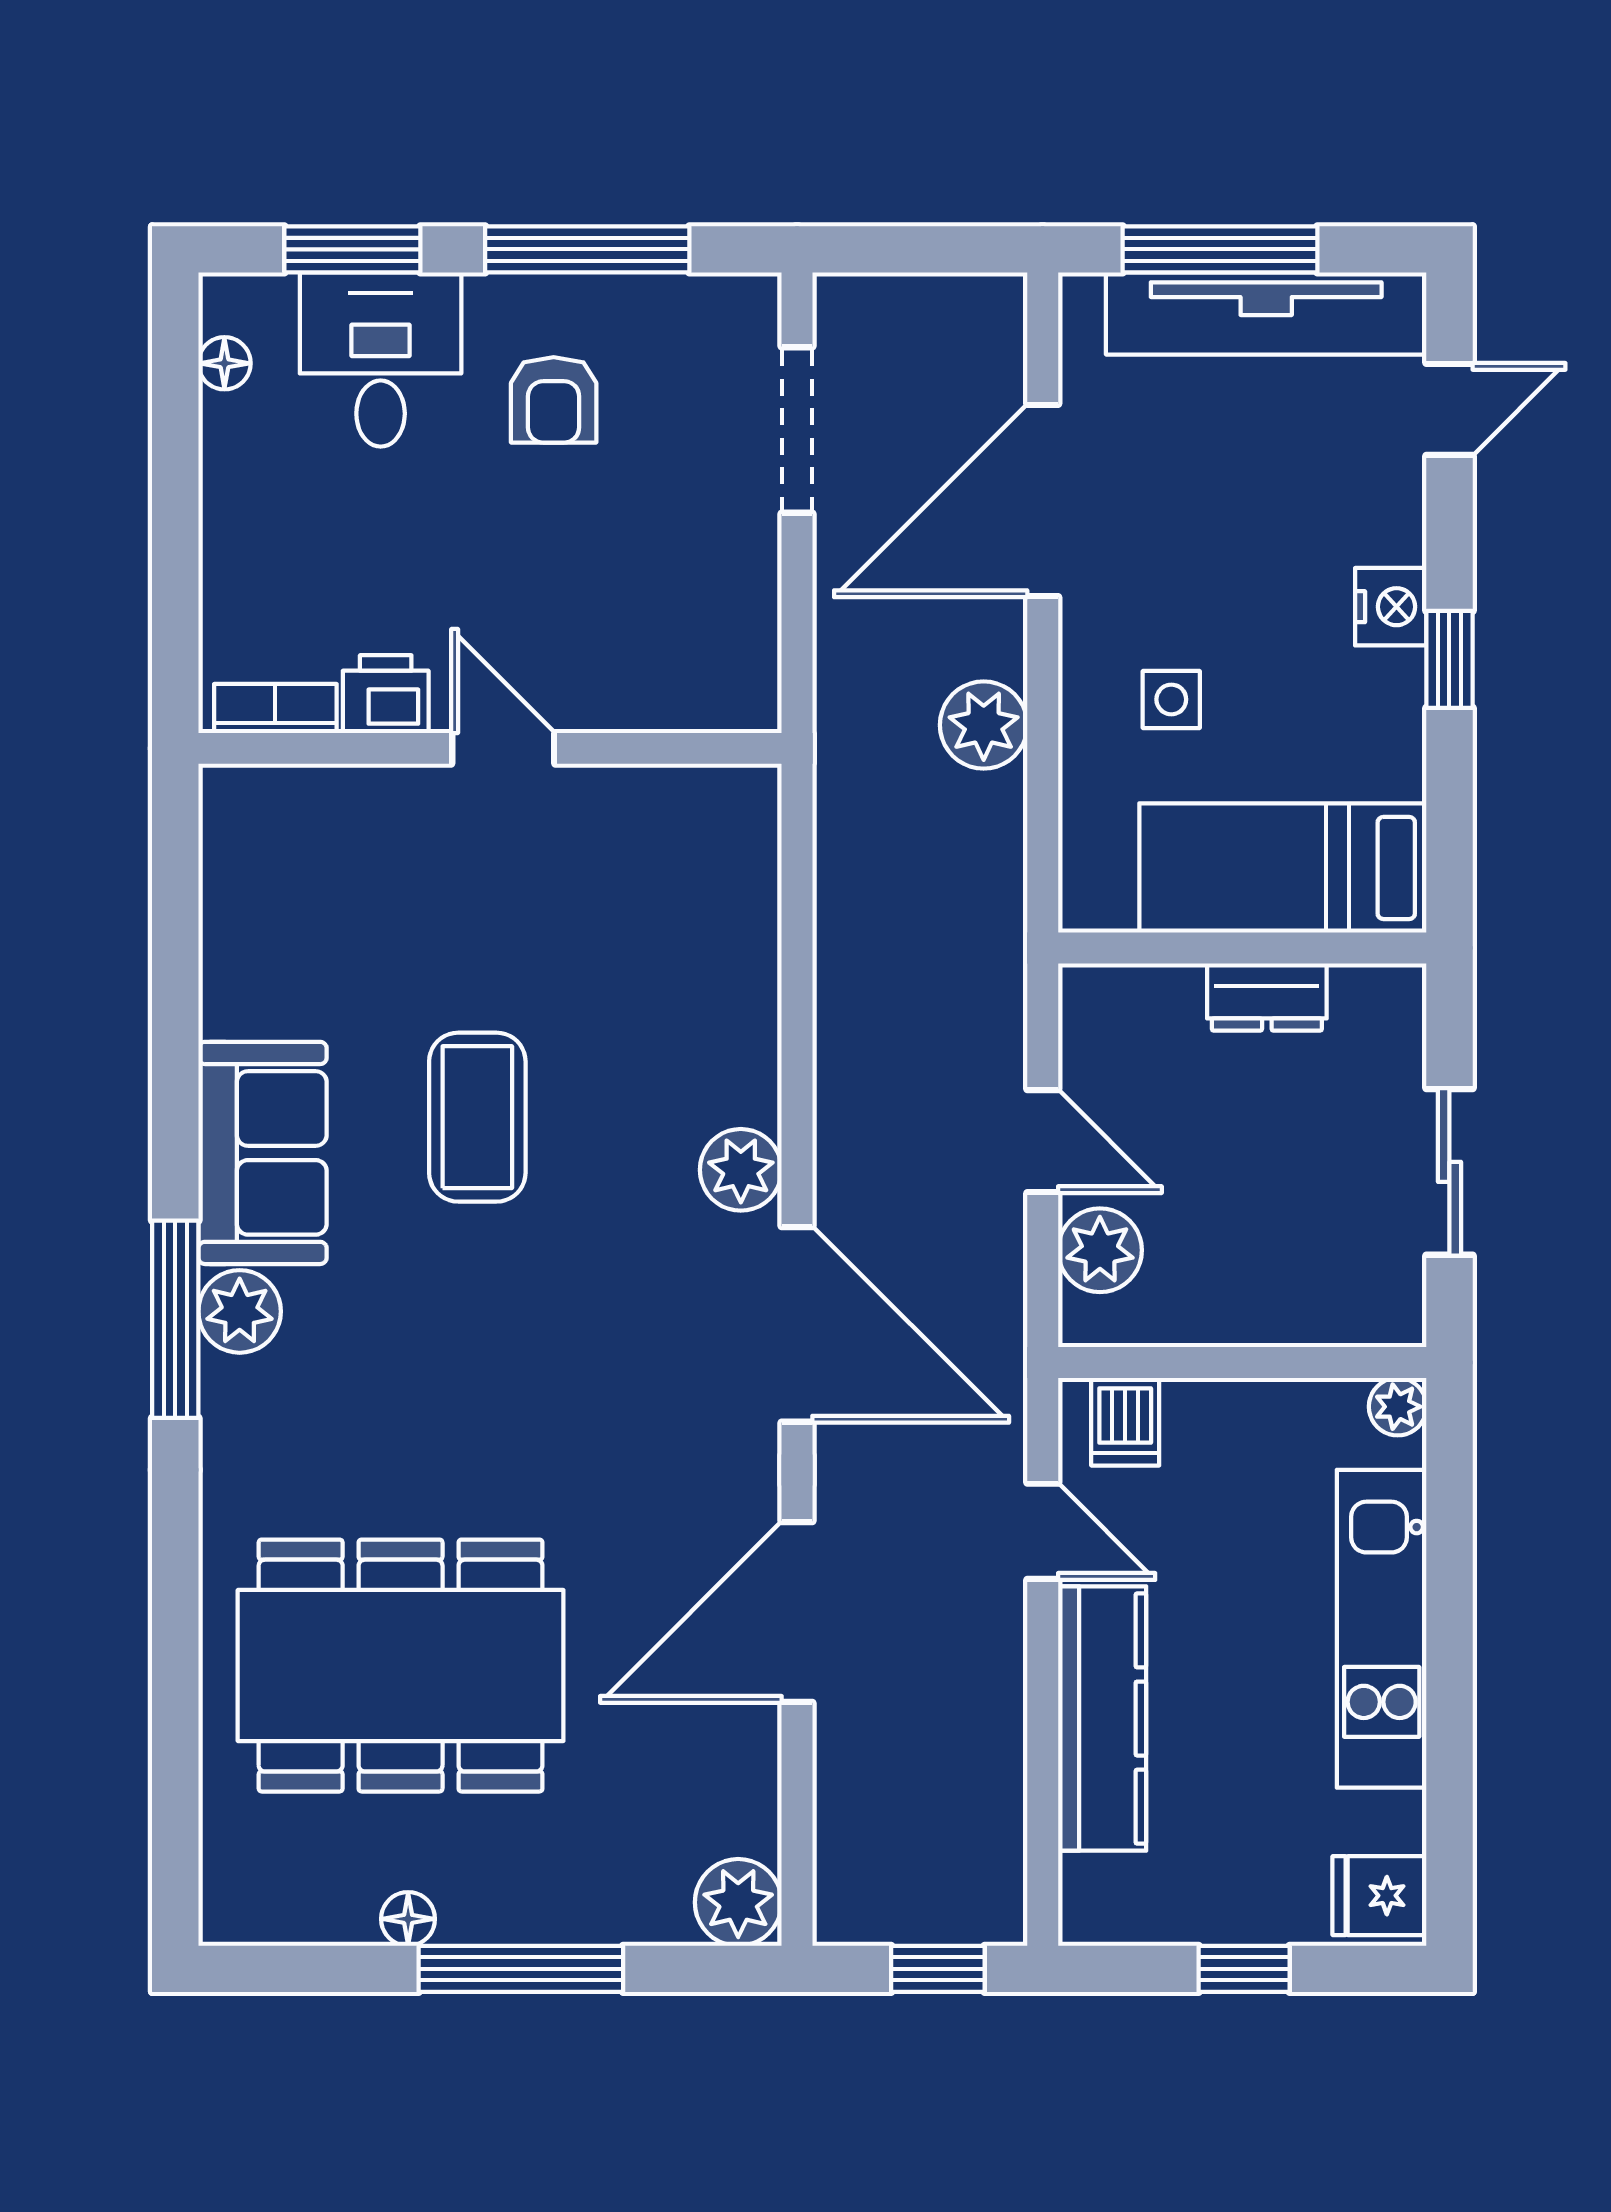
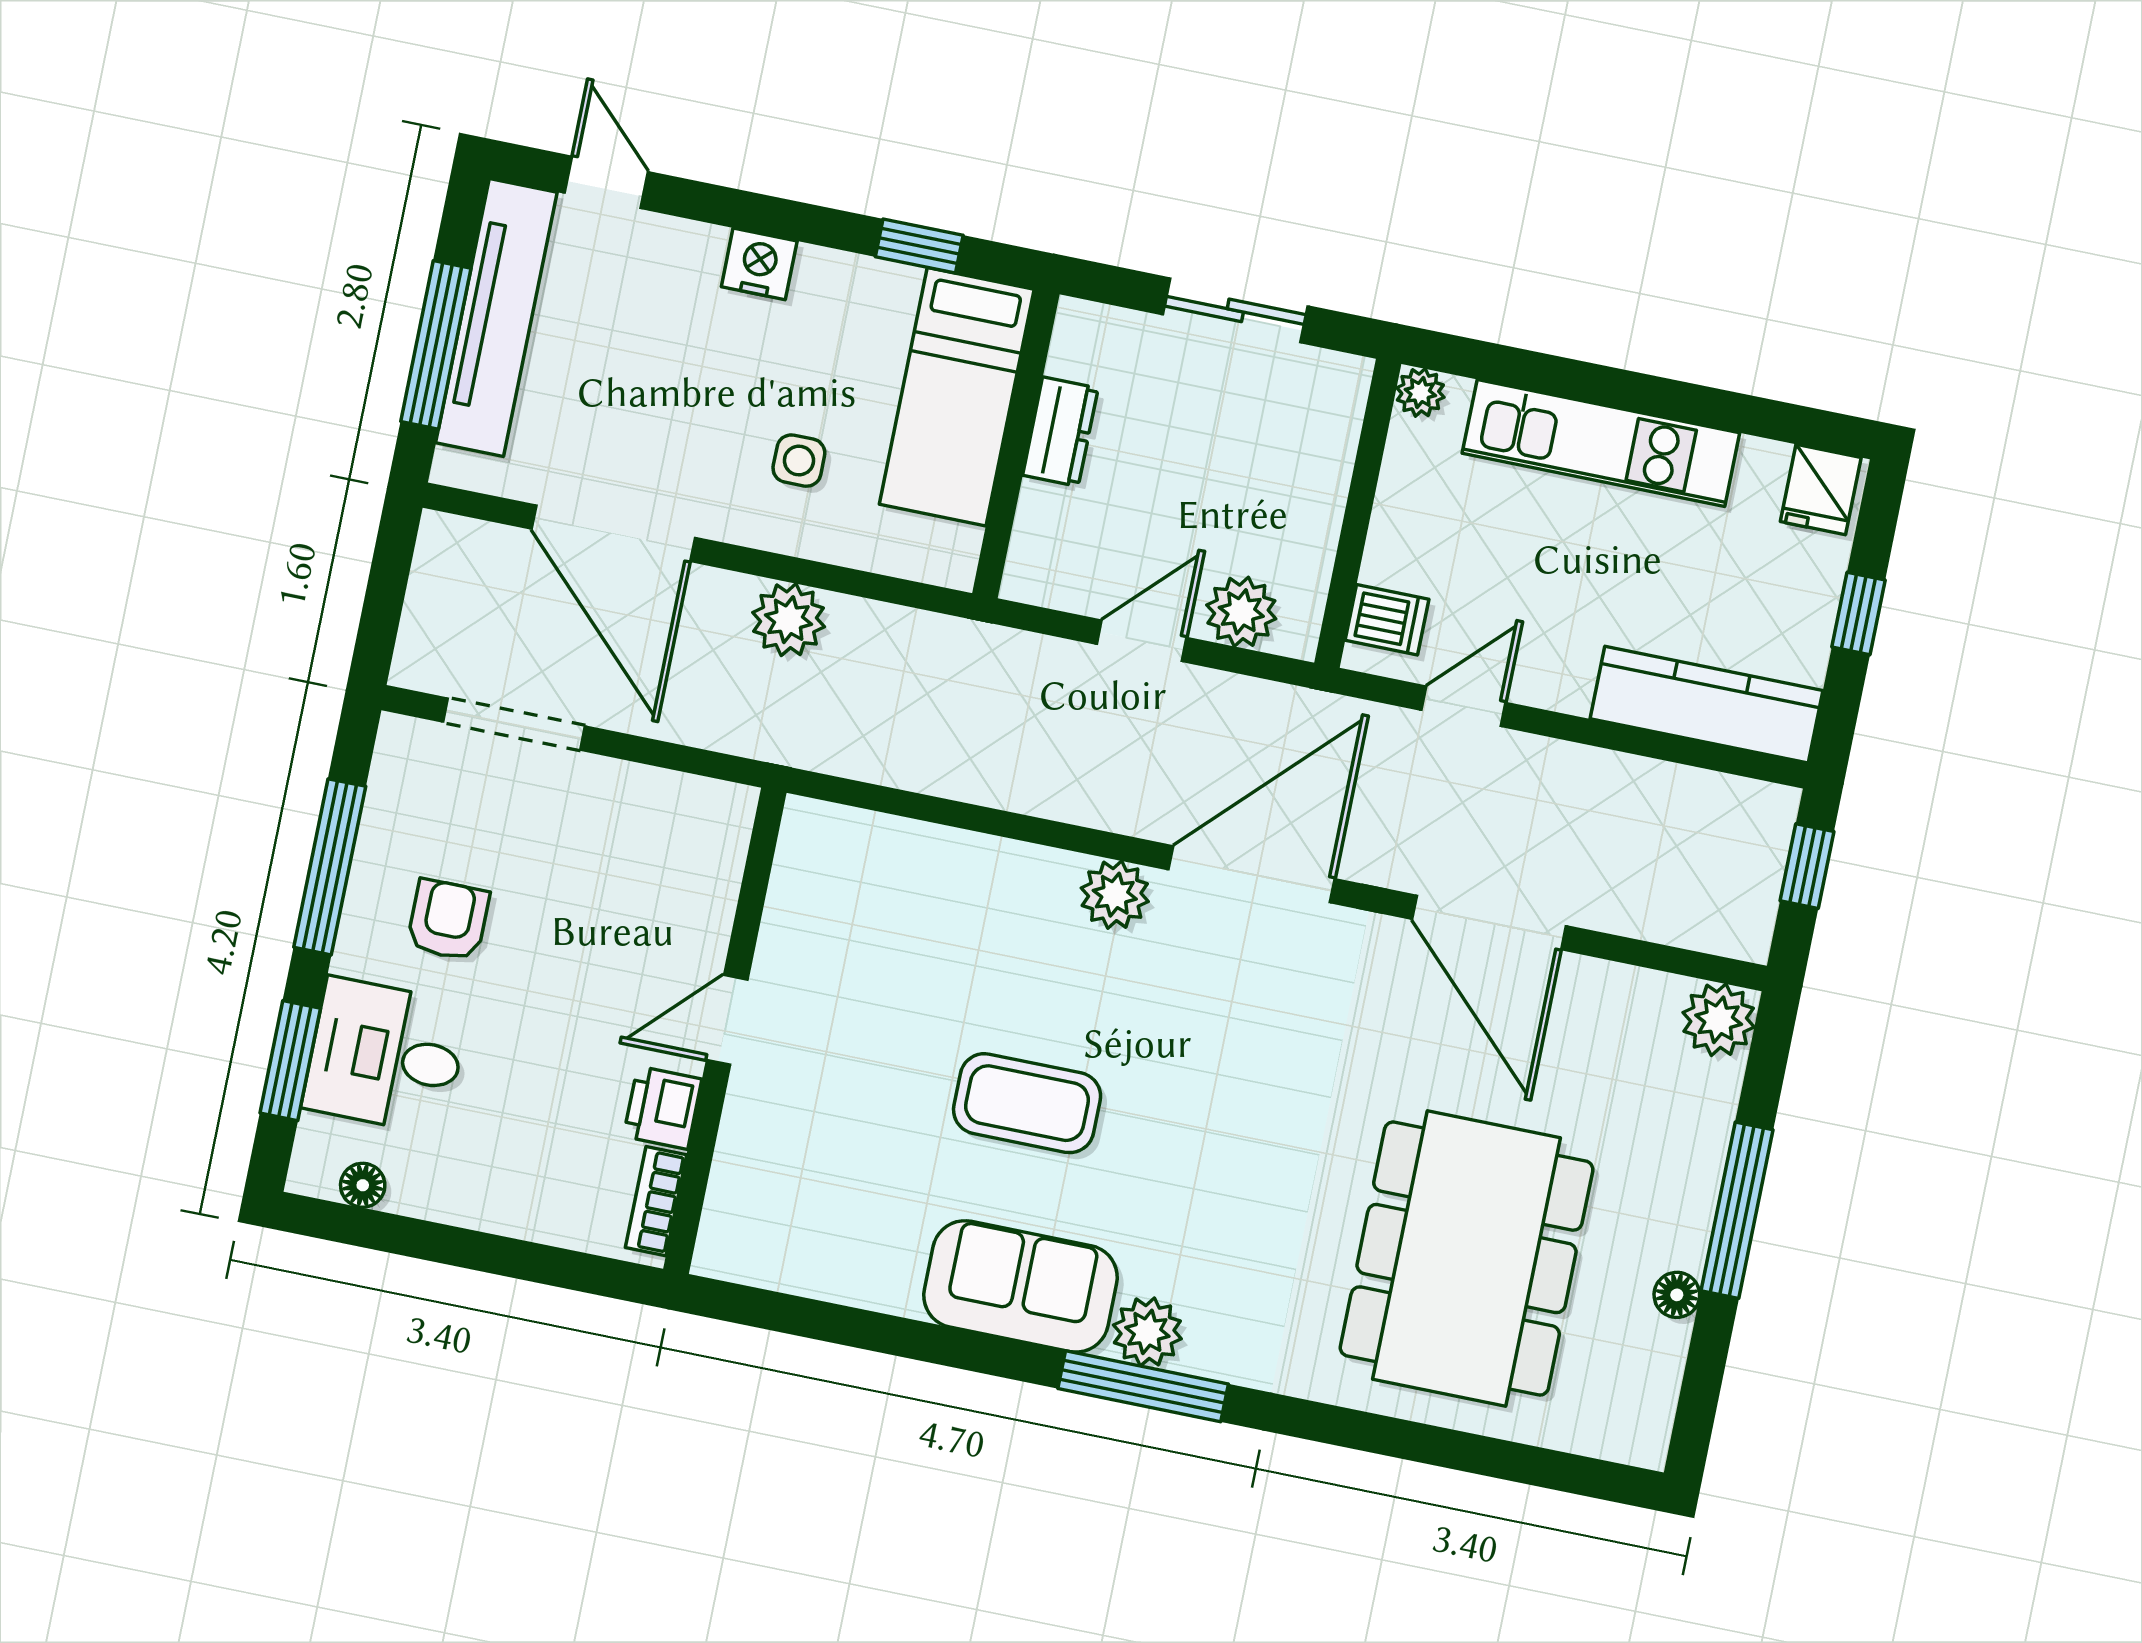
armchair: (554, 400) -> (448, 920), turned -90
window: (1449, 659) -> (919, 246), moved
kitchen counter: (1102, 1719) -> (1706, 705), moved

